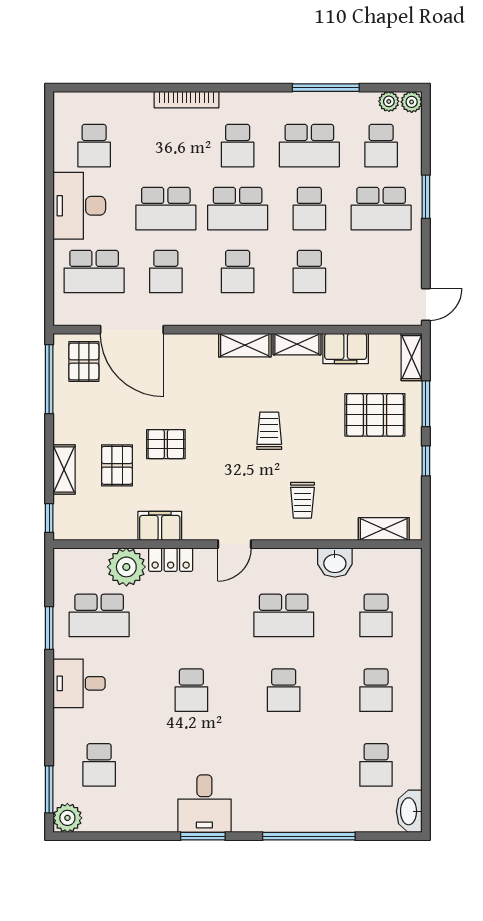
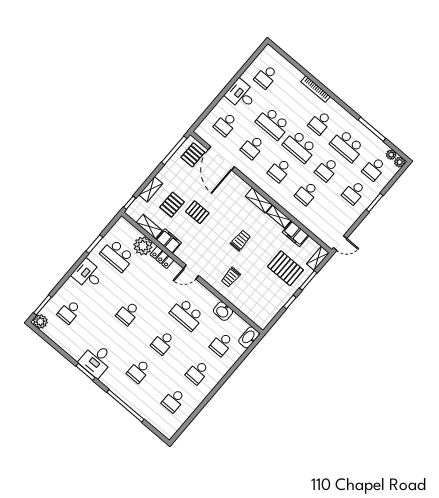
desk: (79, 206) -> (241, 95), width x0.73
school desk: (381, 209) -> (354, 193), width x0.54
school desk: (94, 272) -> (226, 124), width x0.54
shelving: (384, 529) -> (149, 227), moved
school desk: (284, 765) -> (139, 371), added
washbasin: (409, 811) -> (249, 337), moved

